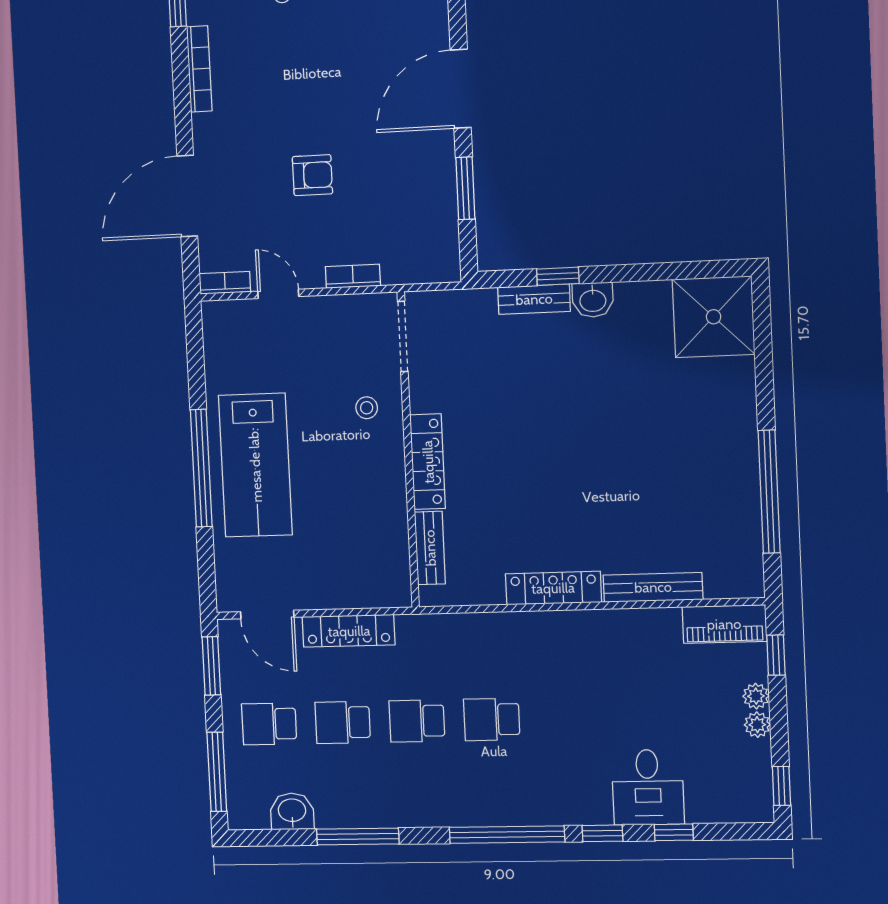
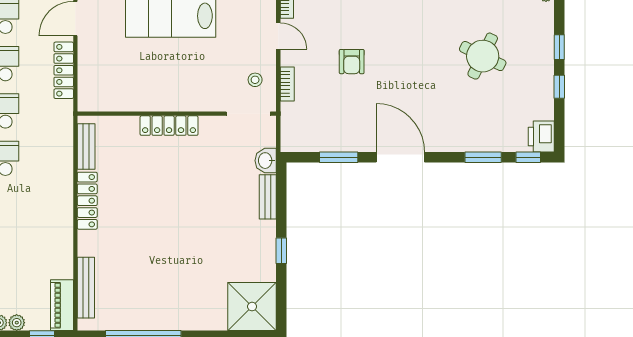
window: (558, 276) -> (281, 251), moved
door: (278, 294) -> (278, 36), hinge flipped
washbasin: (593, 300) -> (266, 161), moved
stool: (367, 408) -> (255, 80), moved
bench: (430, 548) -> (86, 147), moved, turned 90
bench: (653, 587) -> (86, 288), moved

